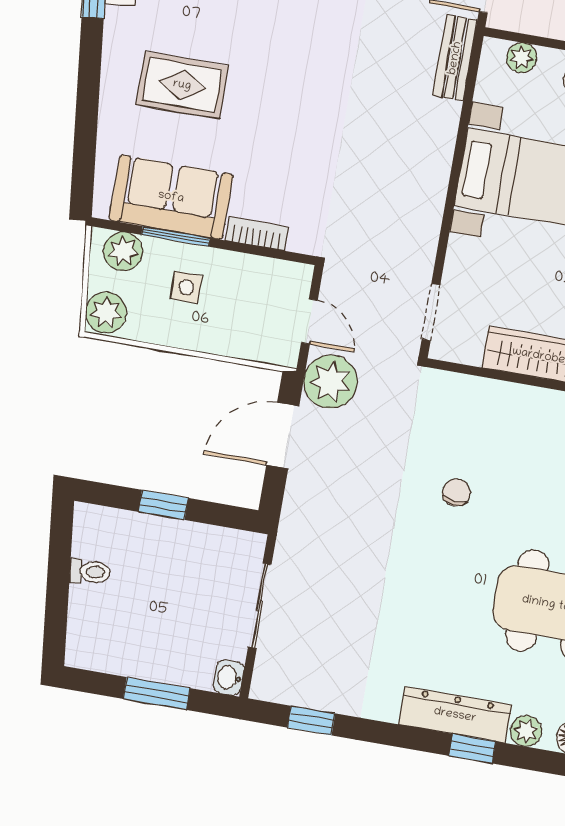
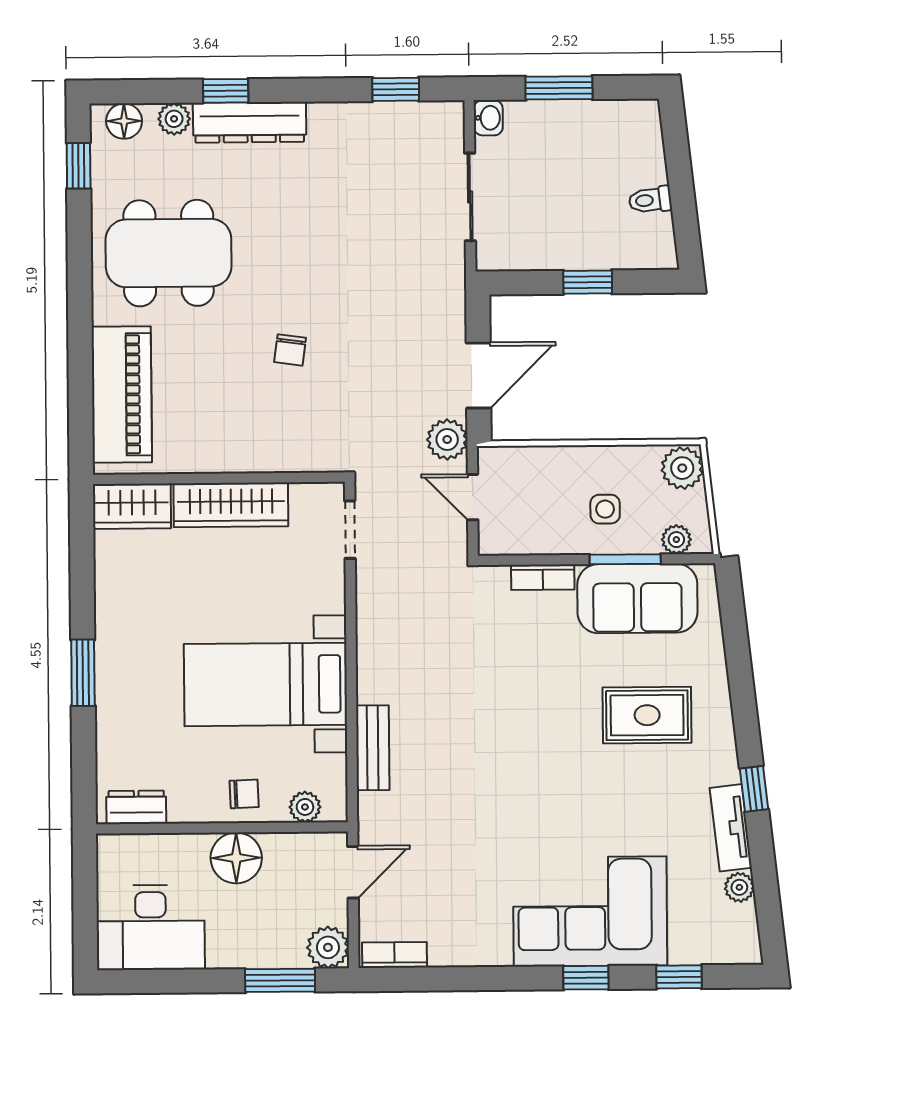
bench: (455, 58) -> (373, 748), moved
plant: (123, 251) -> (676, 540), width x0.73, depth x0.73
plant: (330, 382) -> (447, 439), width x0.73, depth x0.73

